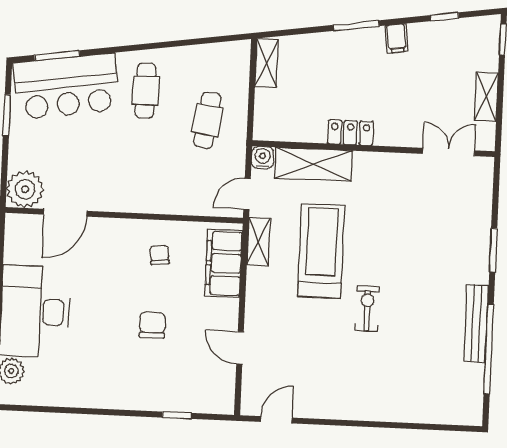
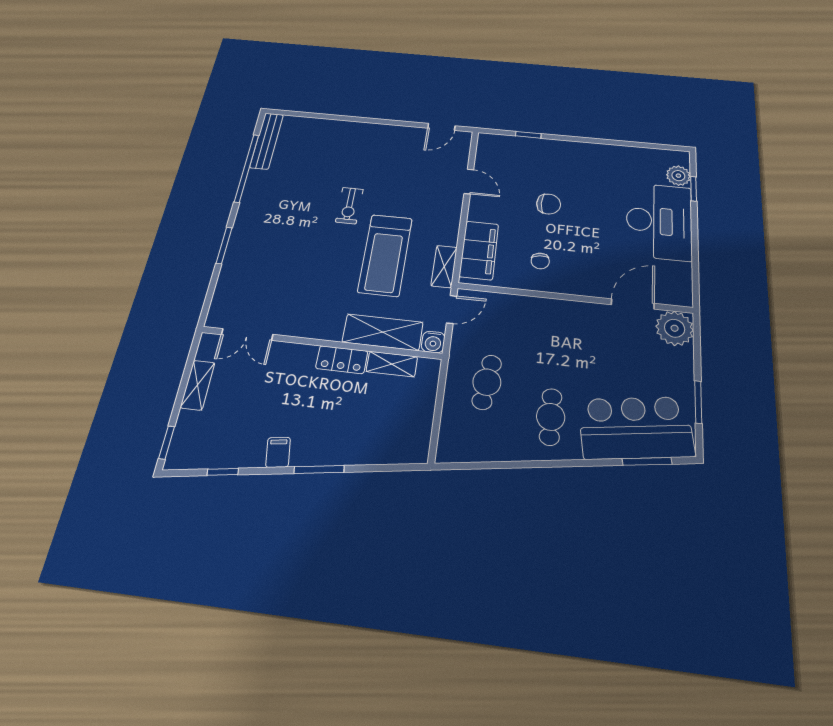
shelving: (267, 63) -> (392, 364), moved, turned 90
bench: (476, 324) -> (267, 141), moved
chair: (152, 325) -> (549, 204), turned -90

